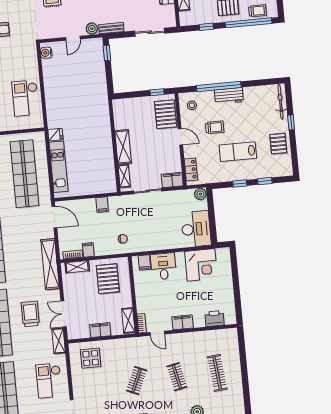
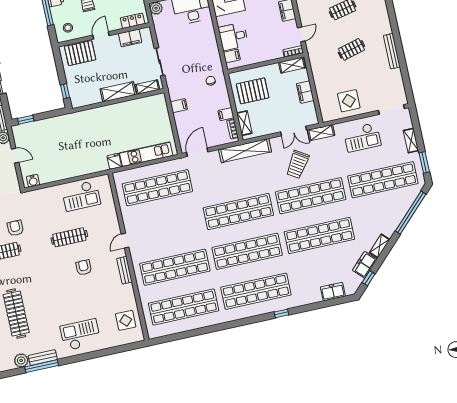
window: (157, 92) -> (65, 91), moved
filing cabinet: (172, 180) -> (130, 38), moved, turned -90
trolley: (30, 314) -> (298, 164), turned -57
display table: (91, 358) -> (349, 101), moved
clothes rail: (137, 380) -> (351, 49), turned -39

